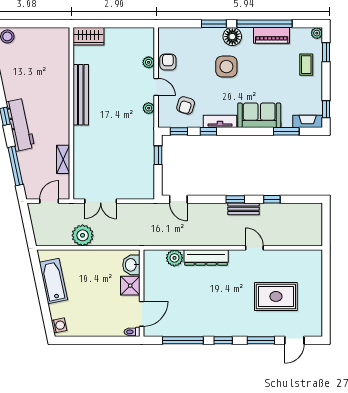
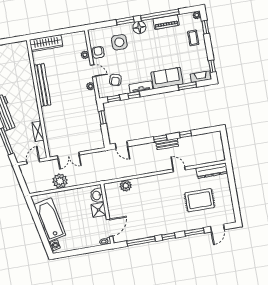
wardrobe: (88, 36) -> (46, 43), width x1.50
side table: (226, 67) -> (119, 42), moved
dresser: (206, 257) -> (212, 171), moved
bathtub: (53, 281) -> (50, 220), width x1.36, depth x1.36

